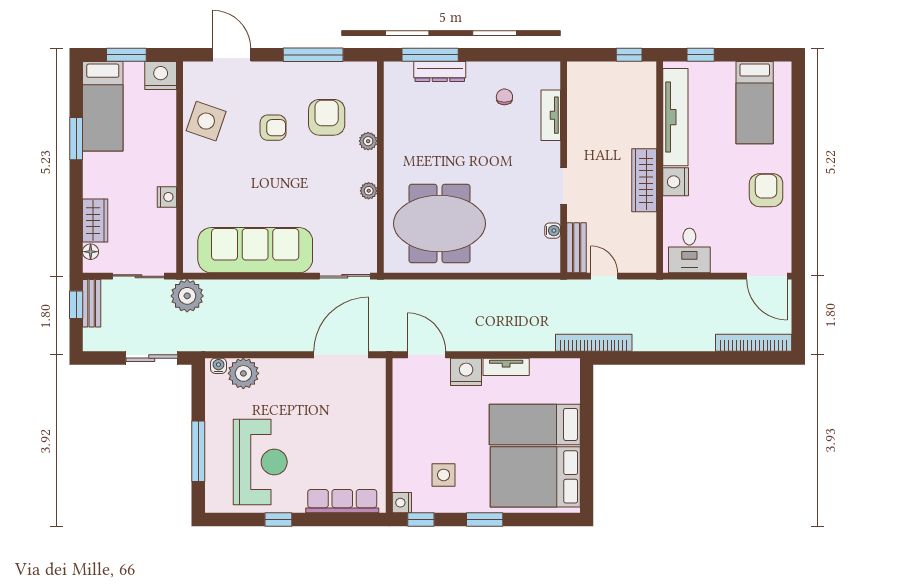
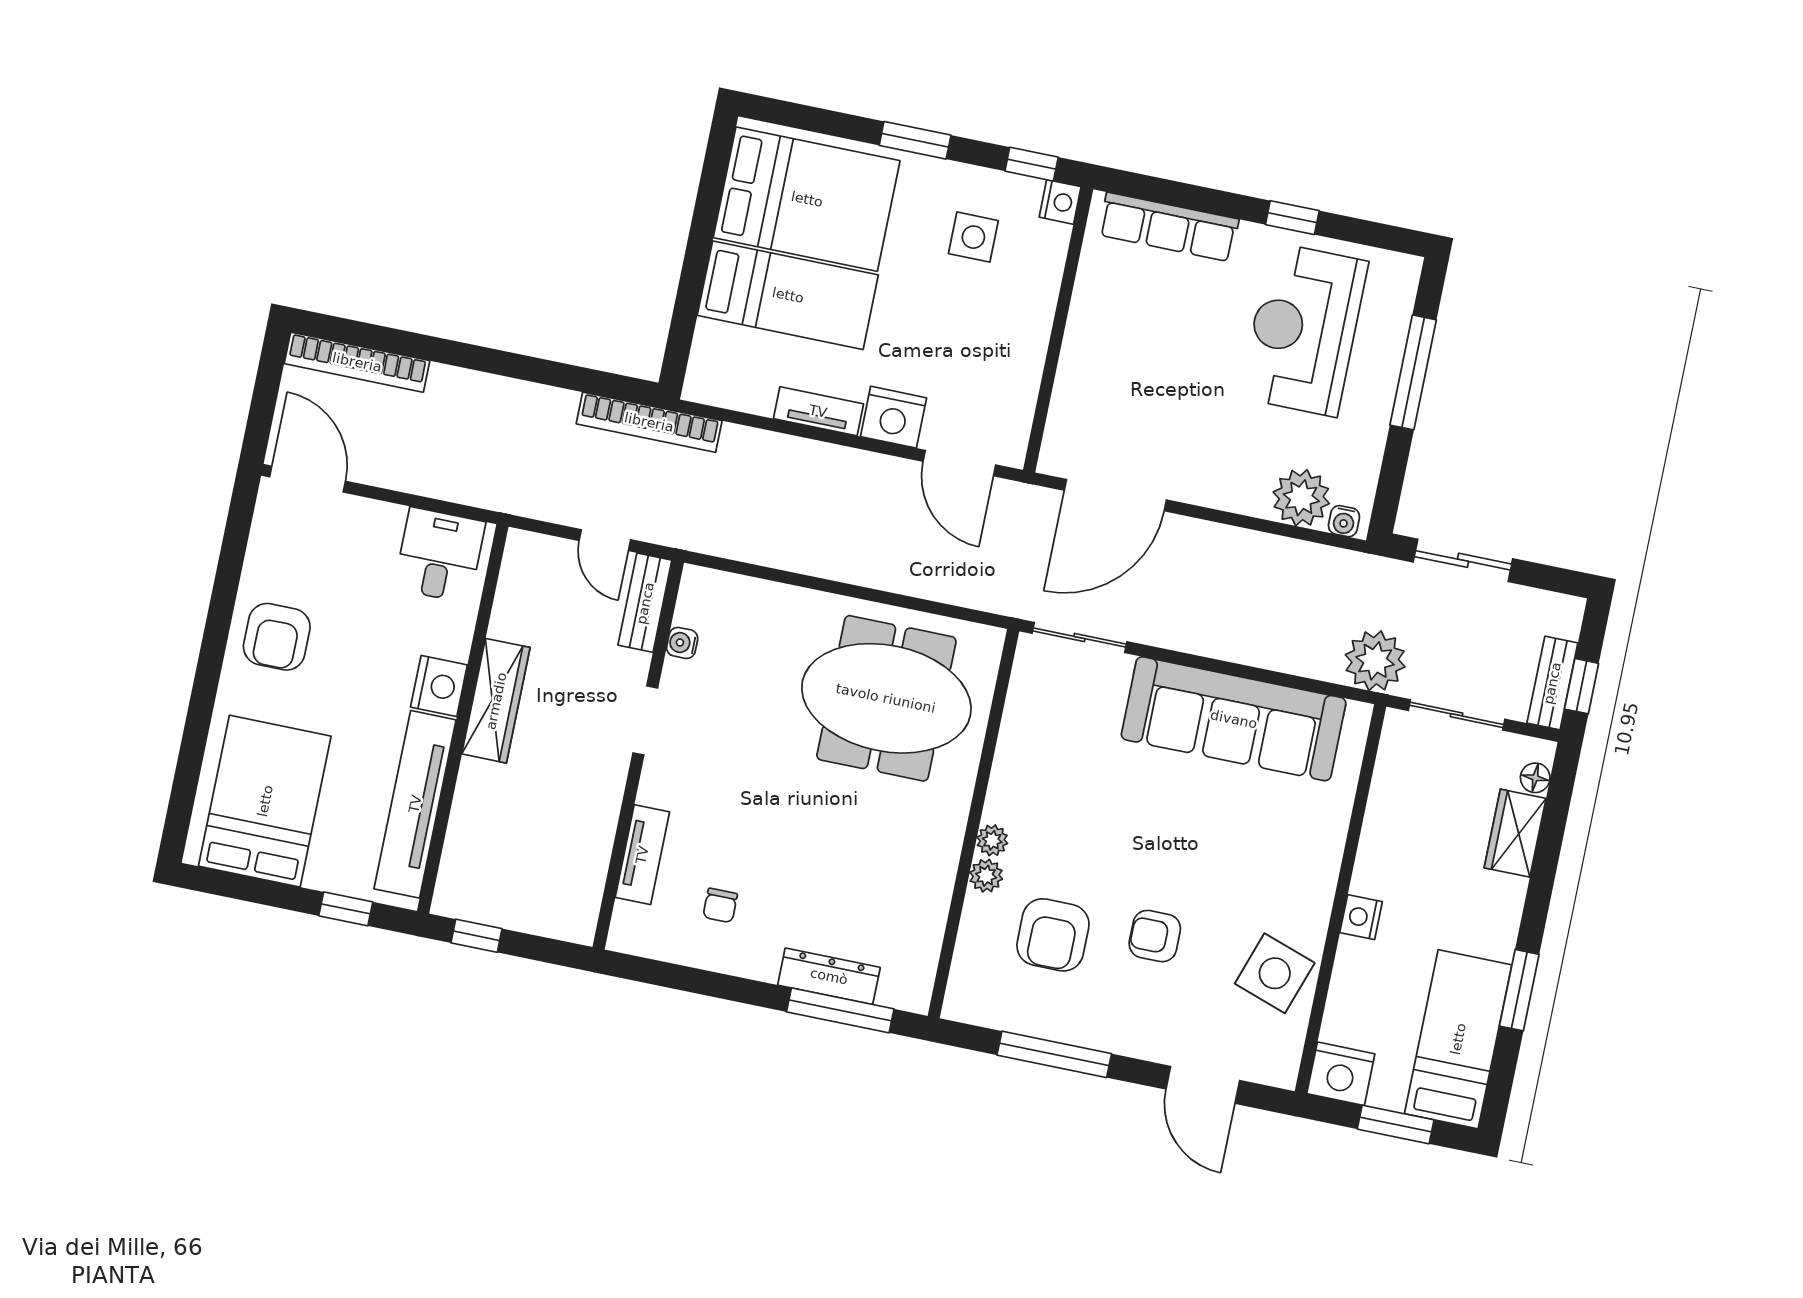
bed: (755, 103) -> (265, 801), width x1.50
plant: (369, 191) -> (992, 840), moved
nightstand: (167, 197) -> (1361, 917), moved

